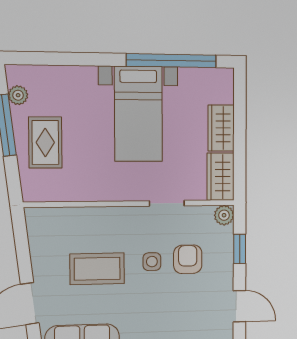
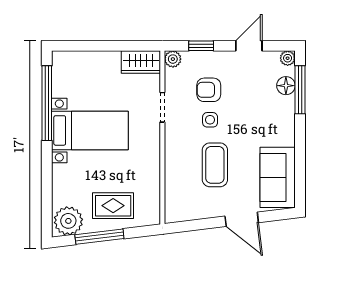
plant: (18, 95) -> (68, 221), width x1.88, depth x1.88
wardrobe: (221, 128) -> (101, 62), removed

